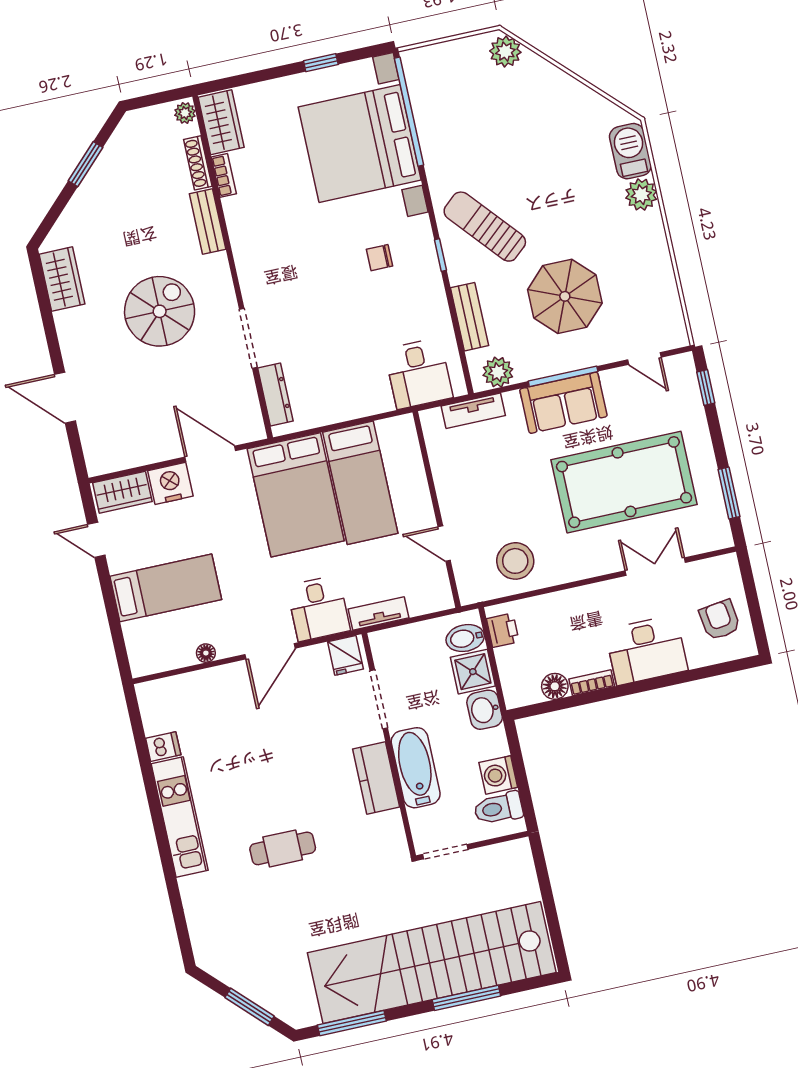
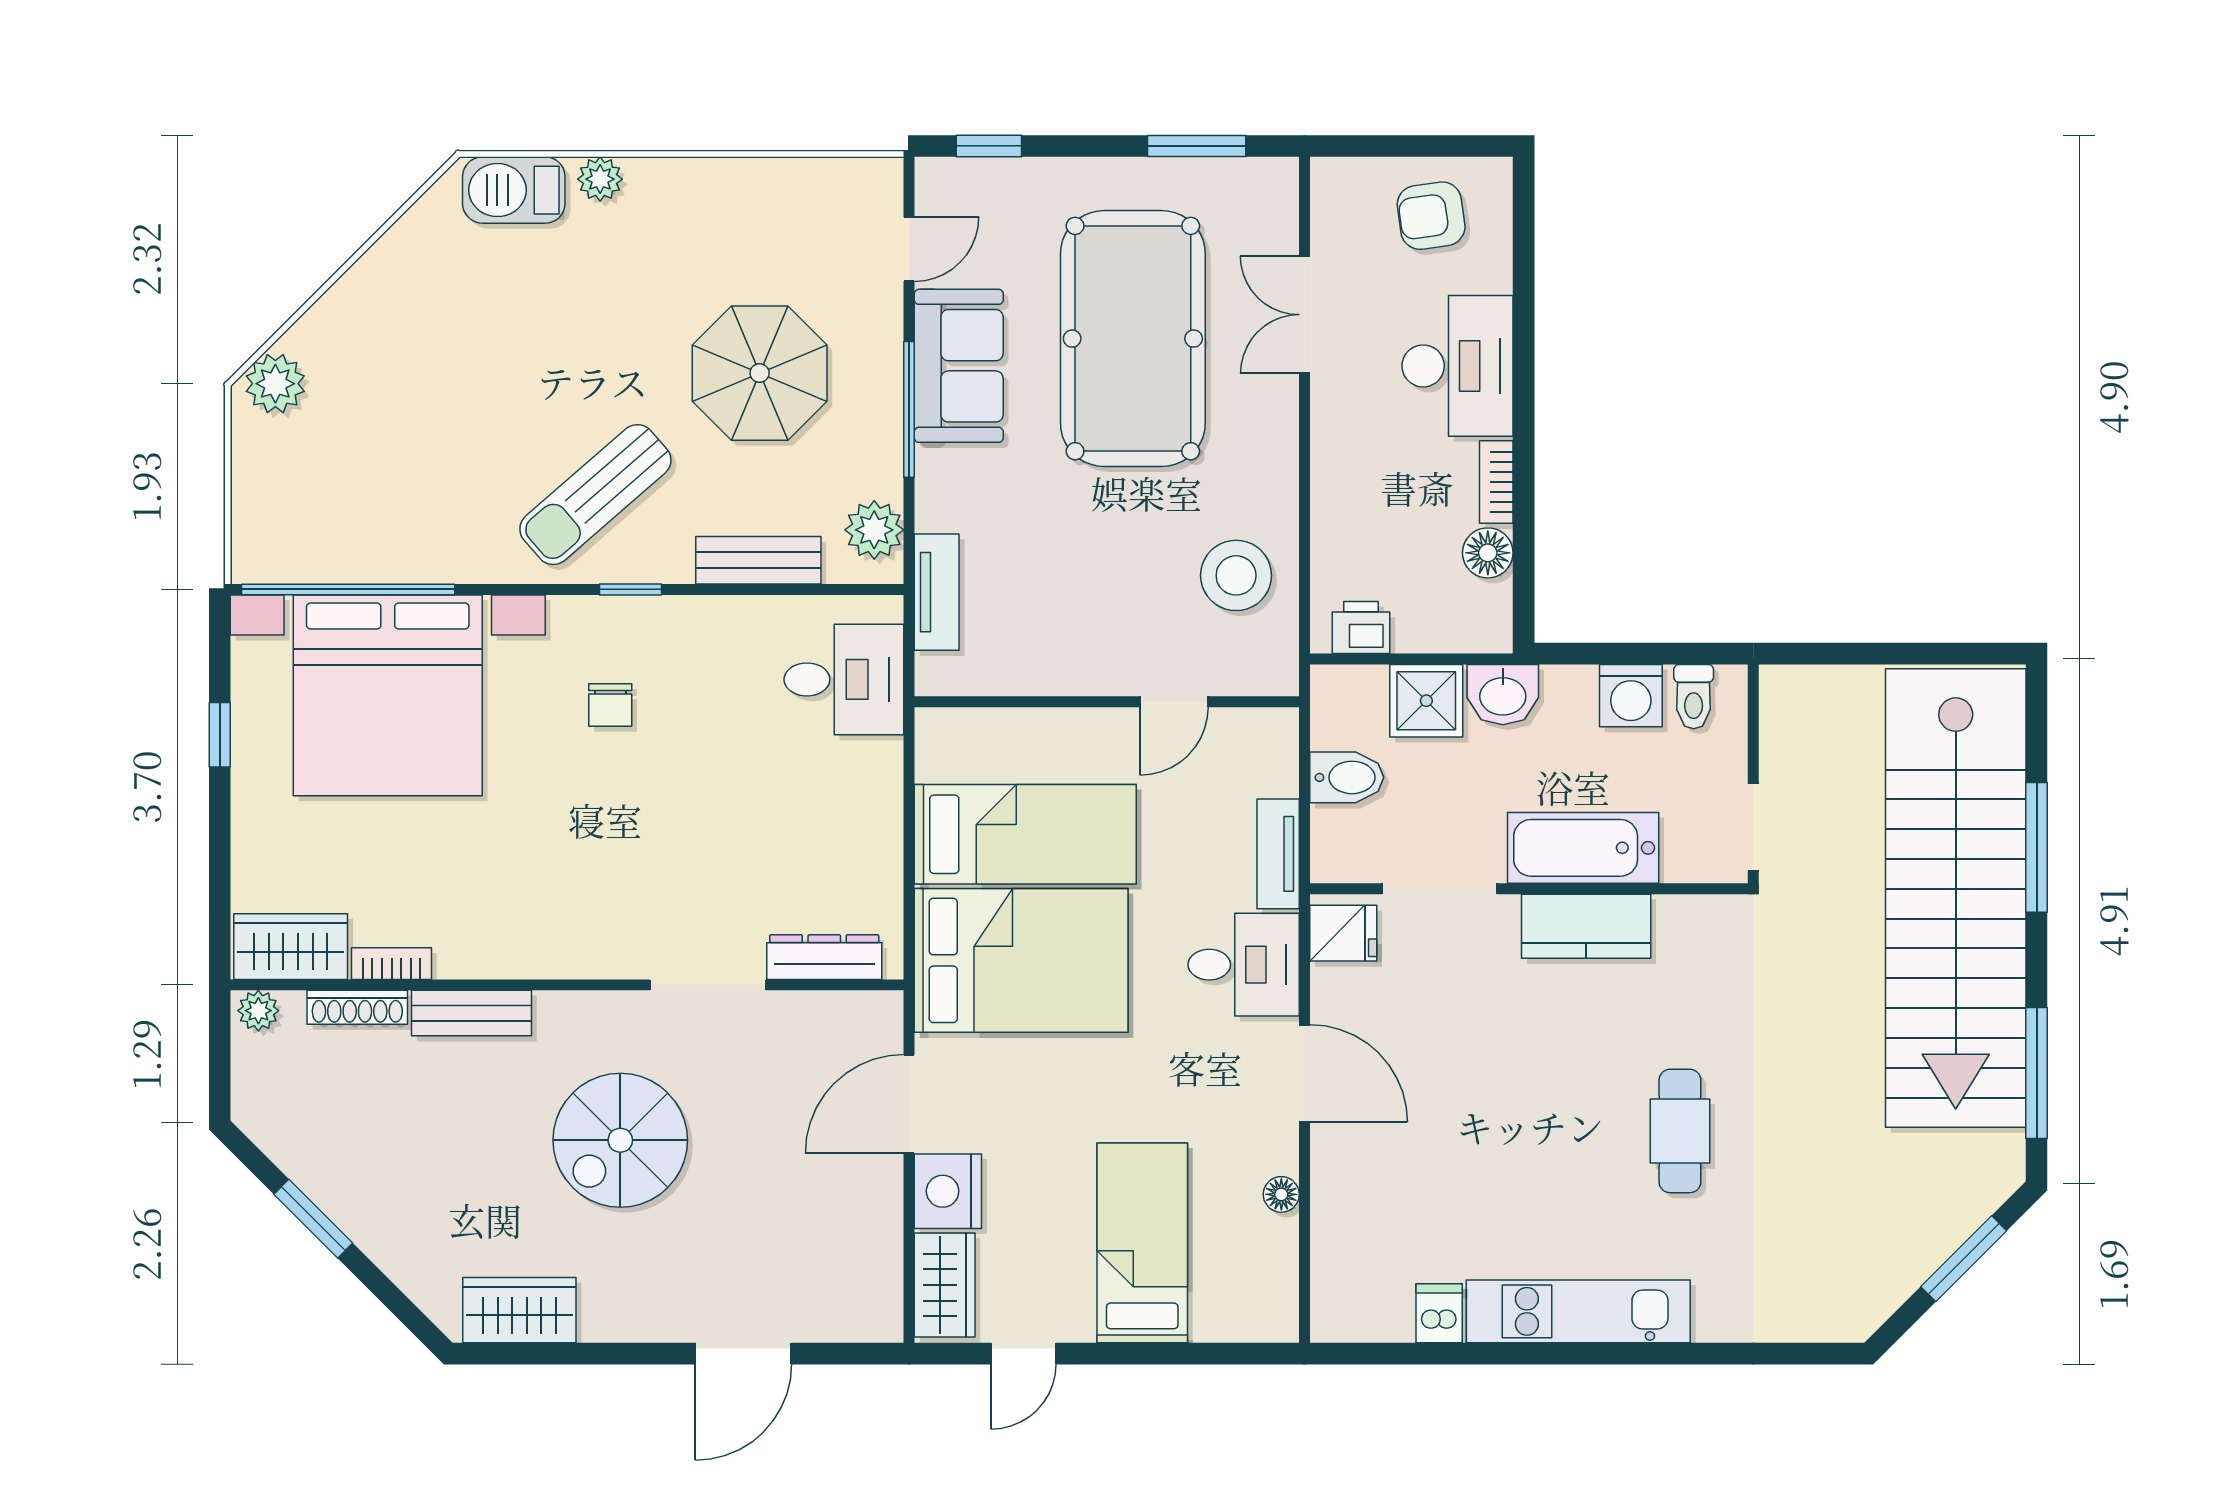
plant: (641, 195) -> (600, 179), width x0.73, depth x0.73
spiral stairs: (160, 311) -> (620, 1140), turned -90
sofa: (563, 403) -> (959, 366), moved
bidet: (465, 638) -> (1347, 777), moved, turned -90
toilet: (498, 808) -> (1694, 697), width x0.73, depth x0.72

